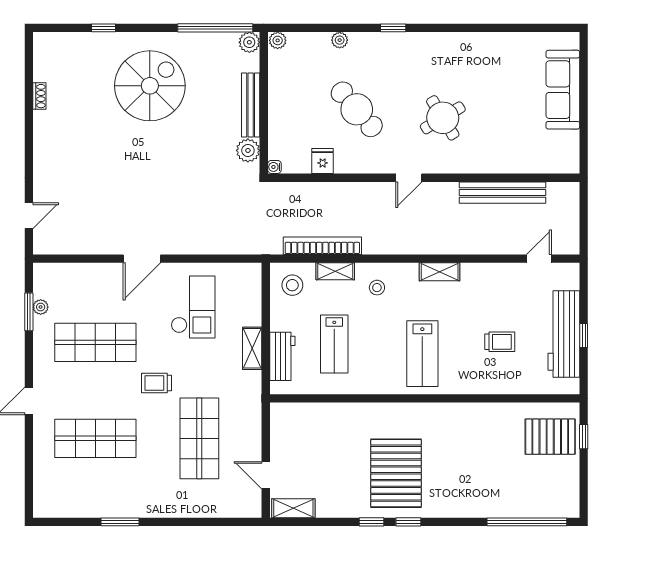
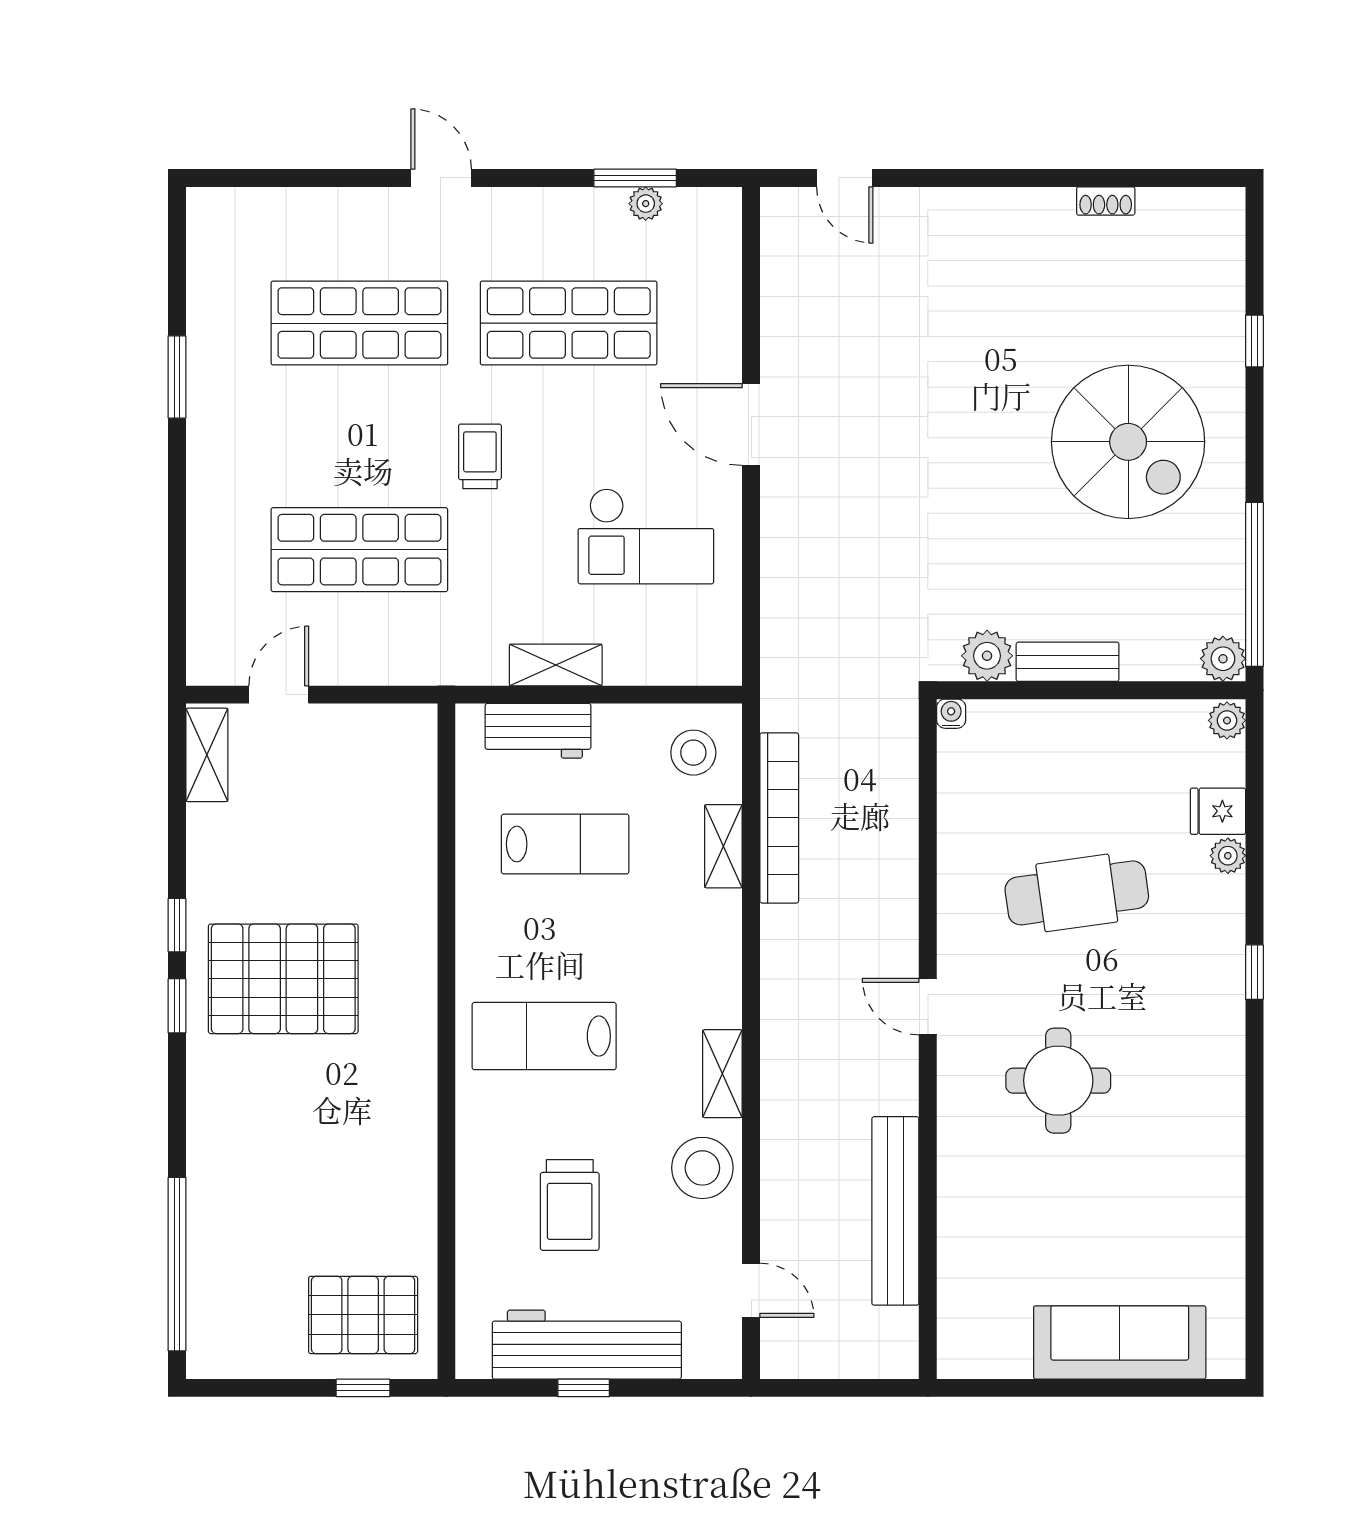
bench: (251, 105) -> (1068, 662), width x0.73
cafe table: (357, 109) -> (1077, 893), turned 33
round table: (443, 118) -> (1058, 1081), turned 31
fridge: (323, 161) -> (1218, 811), moved, turned 180
stool: (377, 288) -> (702, 1168), moved, width x1.89, depth x1.89
shop shelf: (95, 342) -> (569, 323), turned 90
trolley: (500, 342) -> (570, 1205), width x1.36, depth x1.39
lab bench: (334, 344) -> (565, 844), turned 180
pallet: (550, 437) -> (363, 1315), turned 90
shop shelf: (95, 438) -> (359, 323), turned 90

